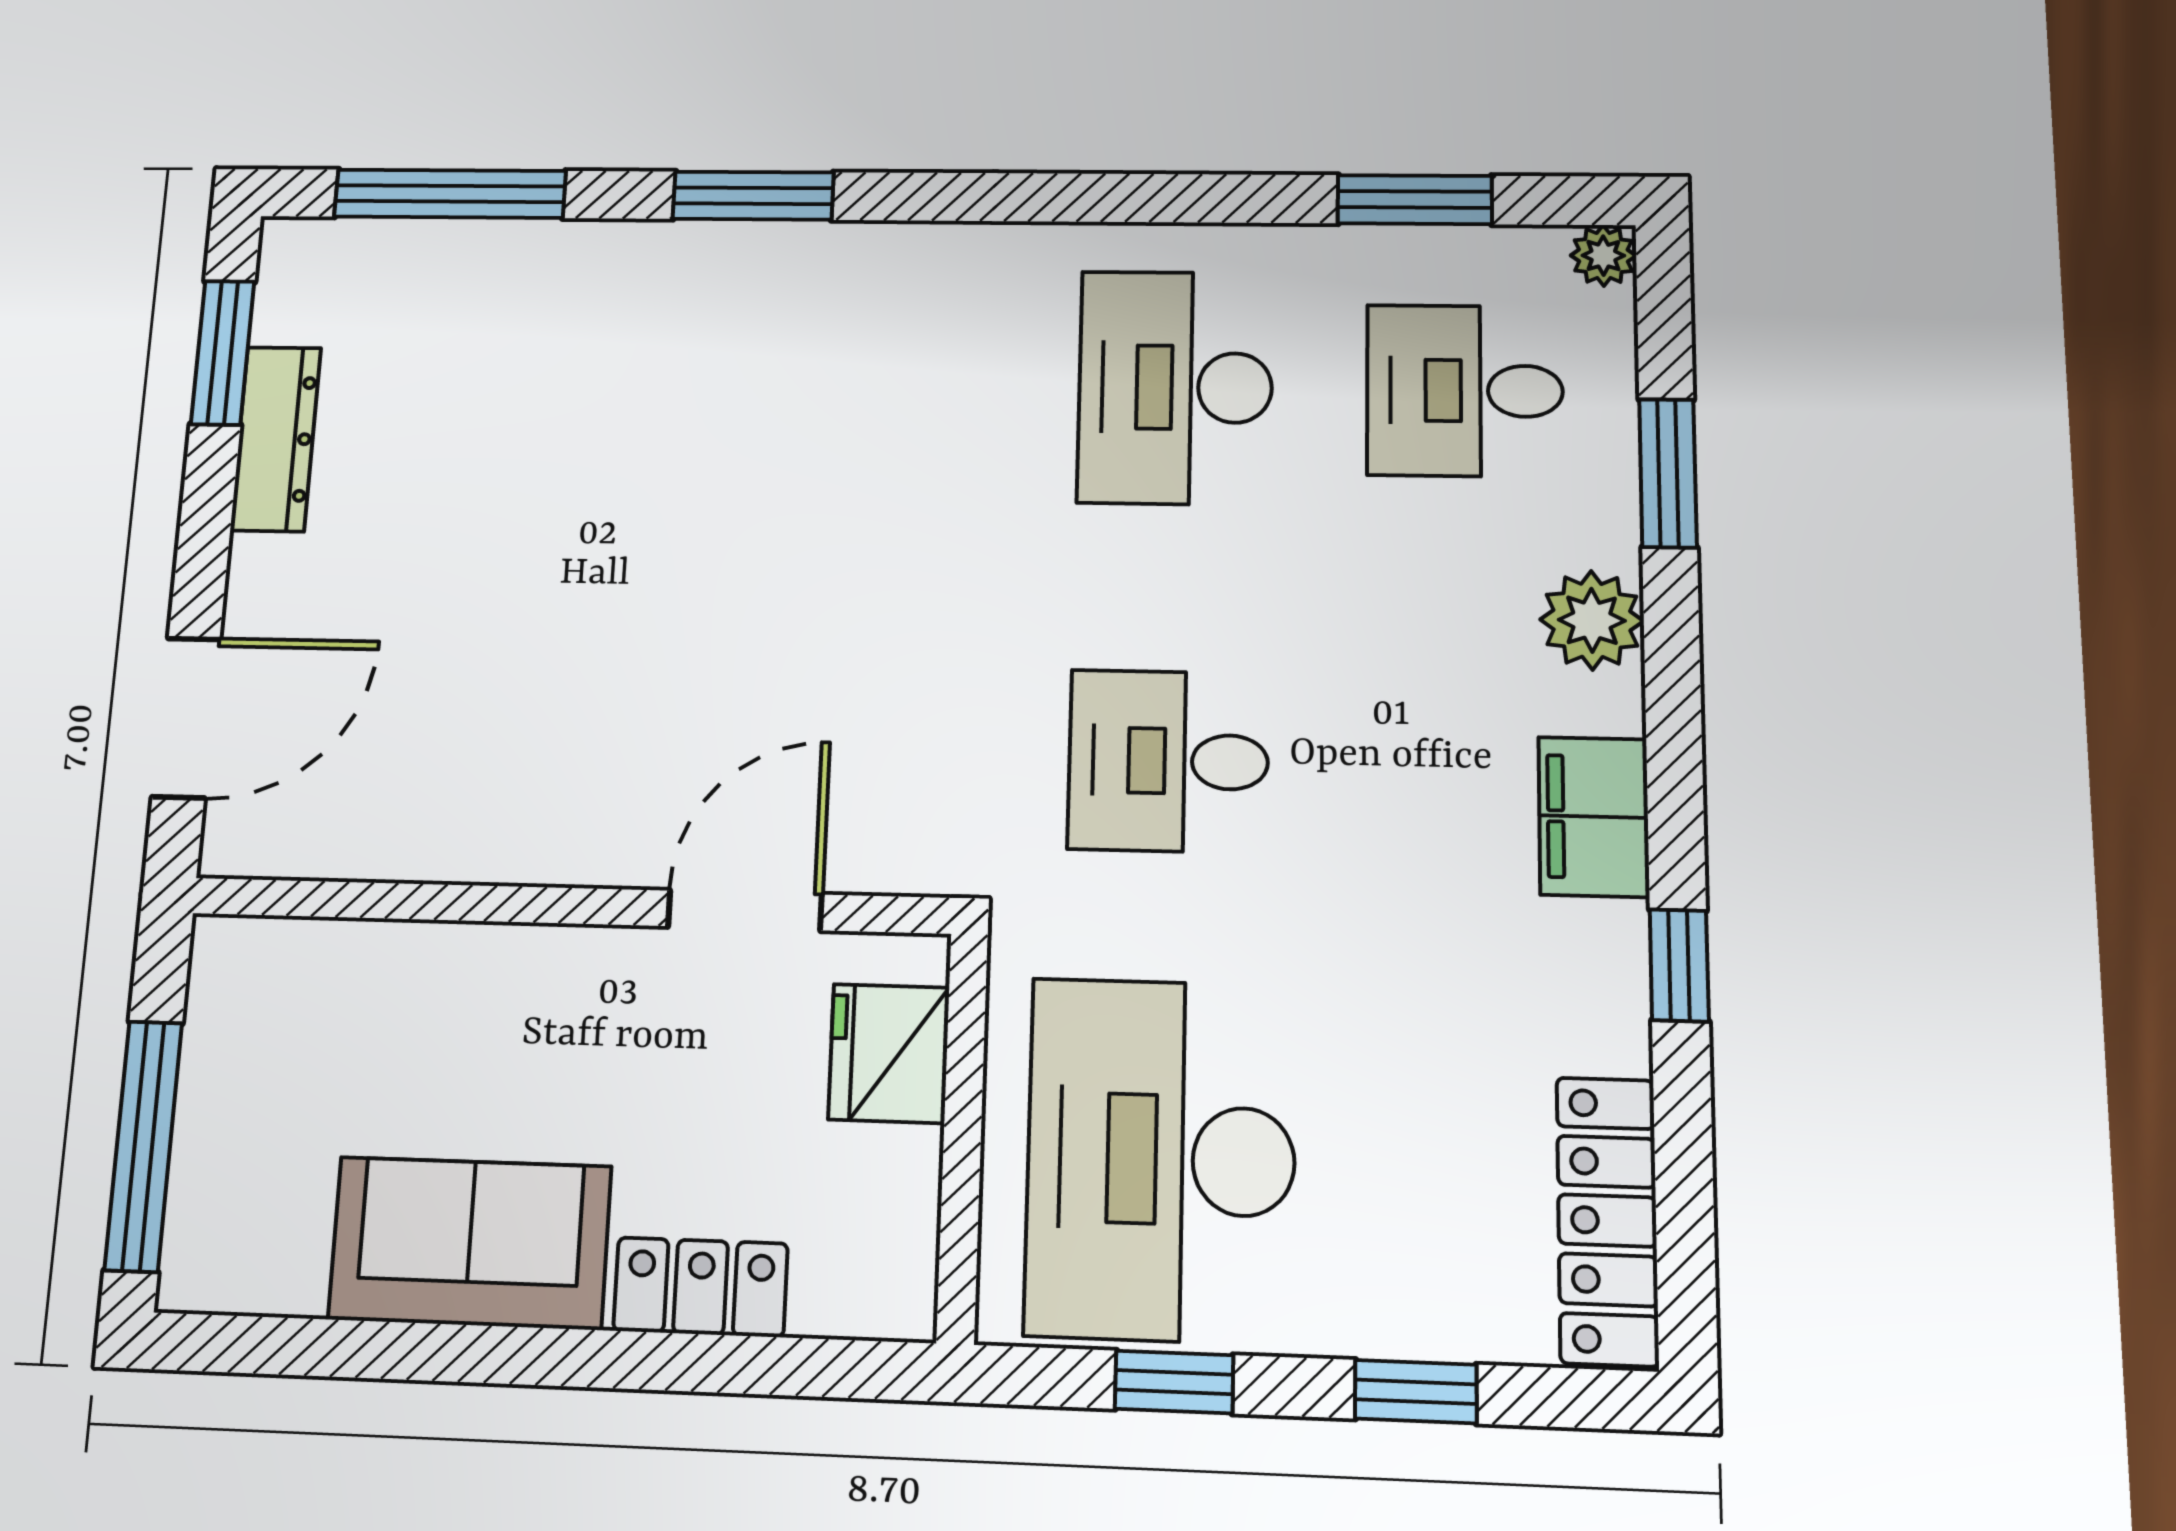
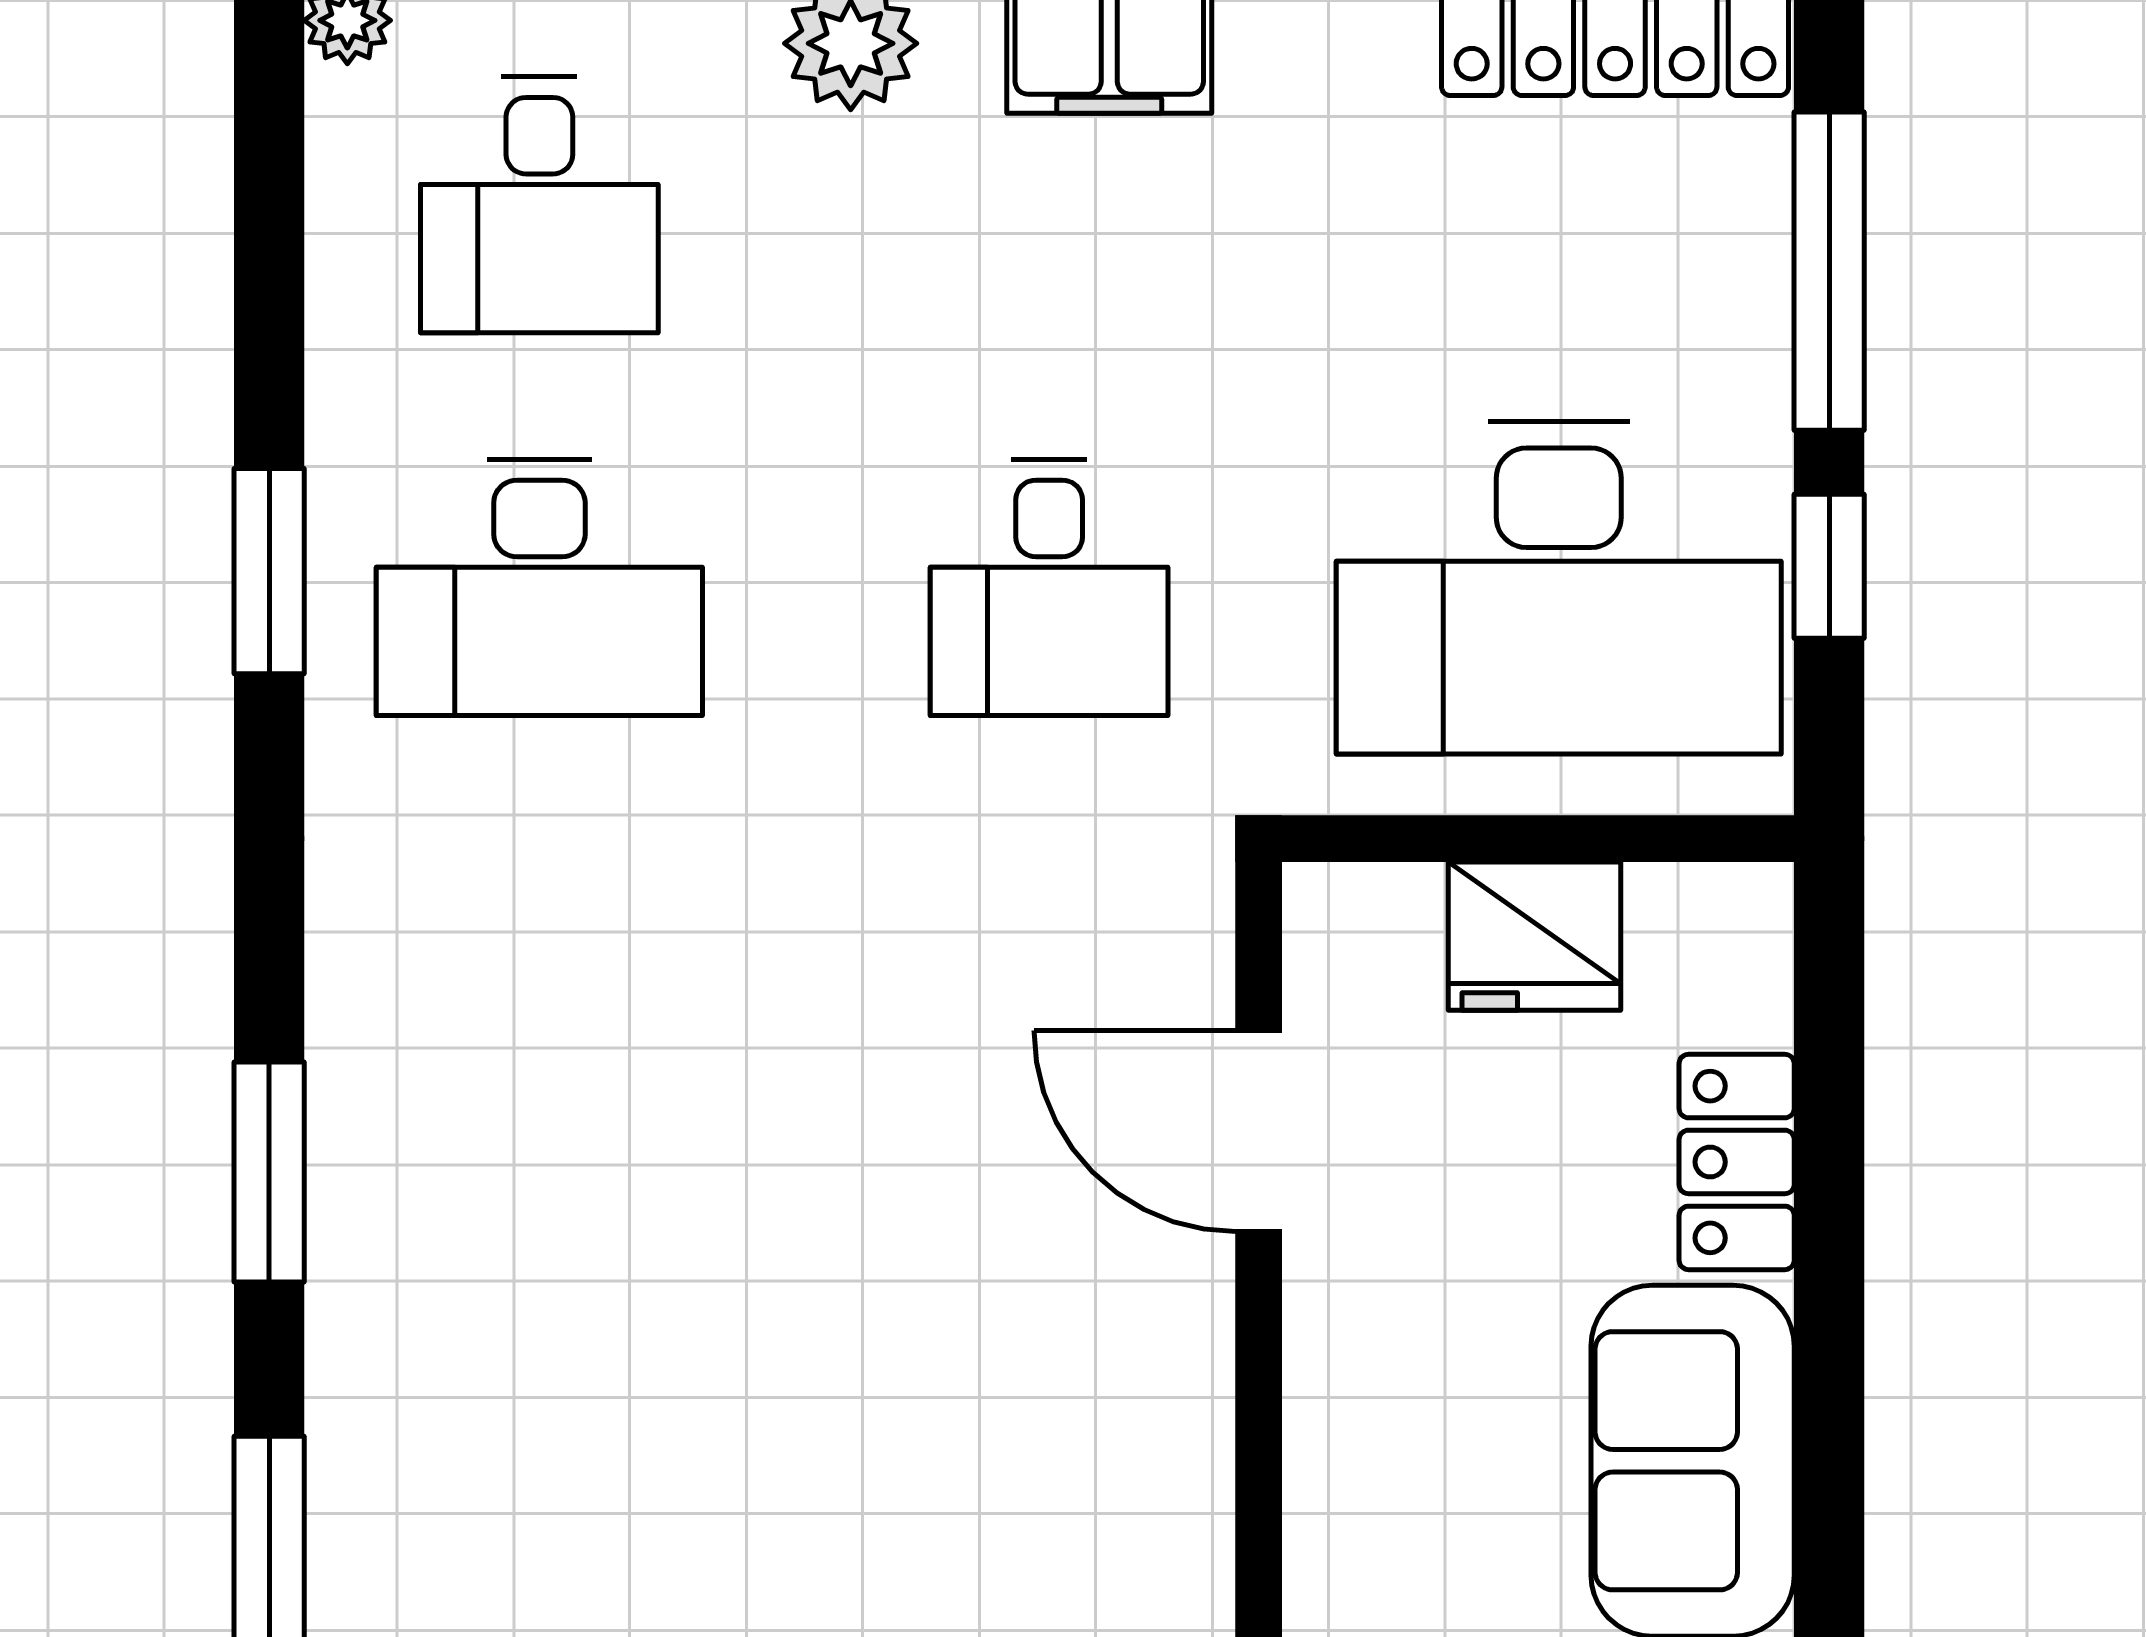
window: (1415, 200) -> (269, 571), moved
fridge: (889, 1053) -> (1534, 936), moved
window: (1416, 1392) -> (1829, 271), width x2.17

